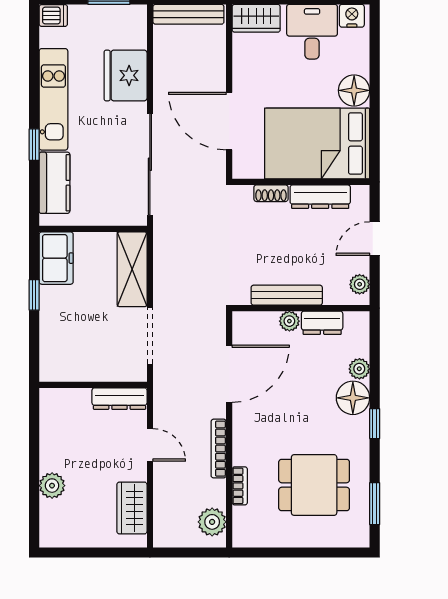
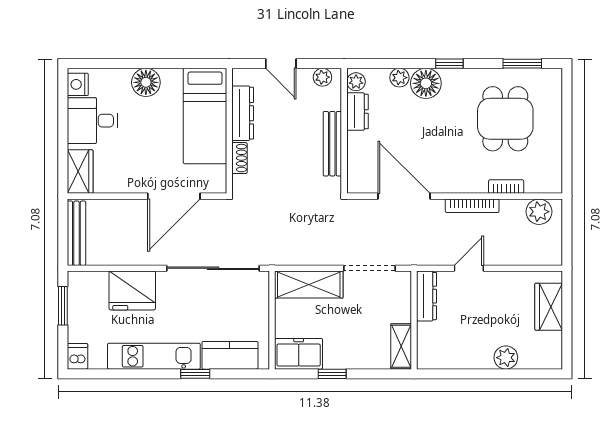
bed: (317, 144) -> (205, 116), width x0.67
plant: (289, 321) -> (356, 82), moved
shelving: (64, 371) -> (401, 346), added
wardrobe: (132, 508) -> (549, 307), moved, turned 90

